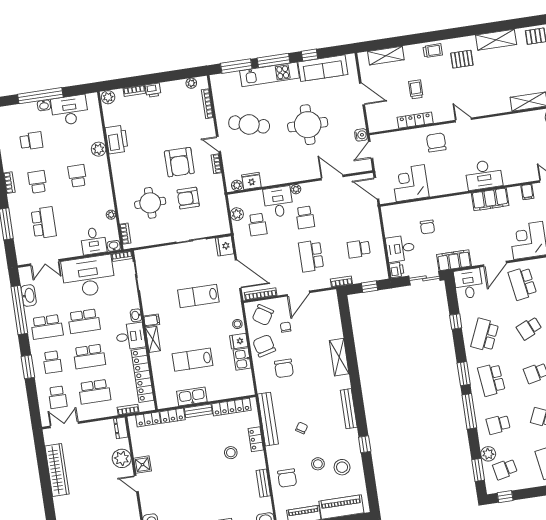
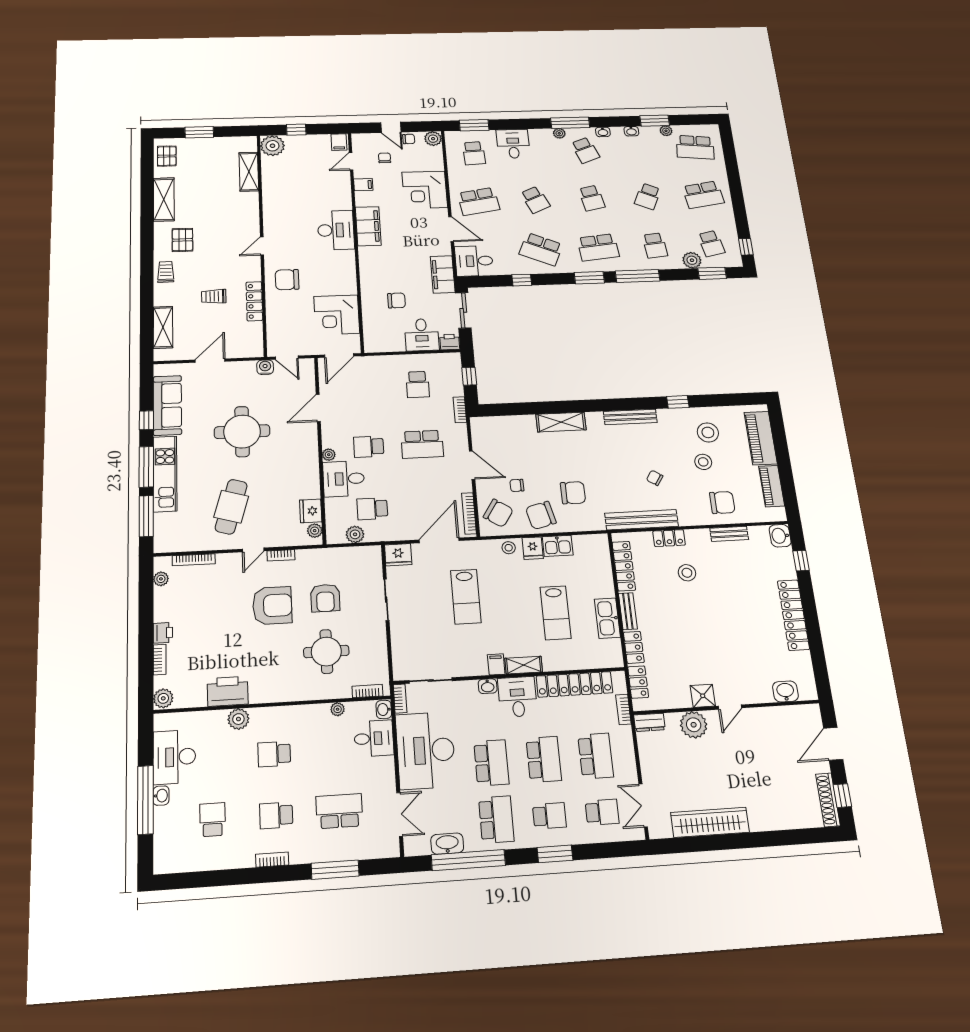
school desk: (305, 217) -> (369, 447), turned 180
school desk: (257, 225) -> (372, 509), turned 180

